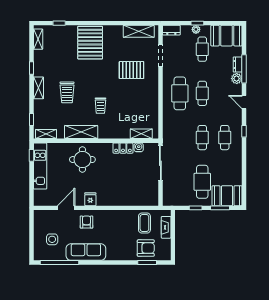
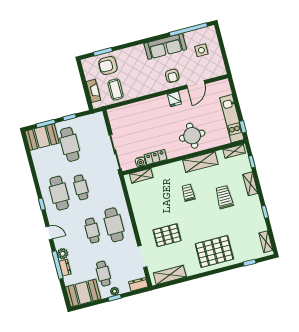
pallet: (90, 43) -> (214, 252), turned 90
shelving: (38, 88) -> (250, 184), moved
cafe table: (225, 138) -> (59, 193), width x1.37, depth x1.35

